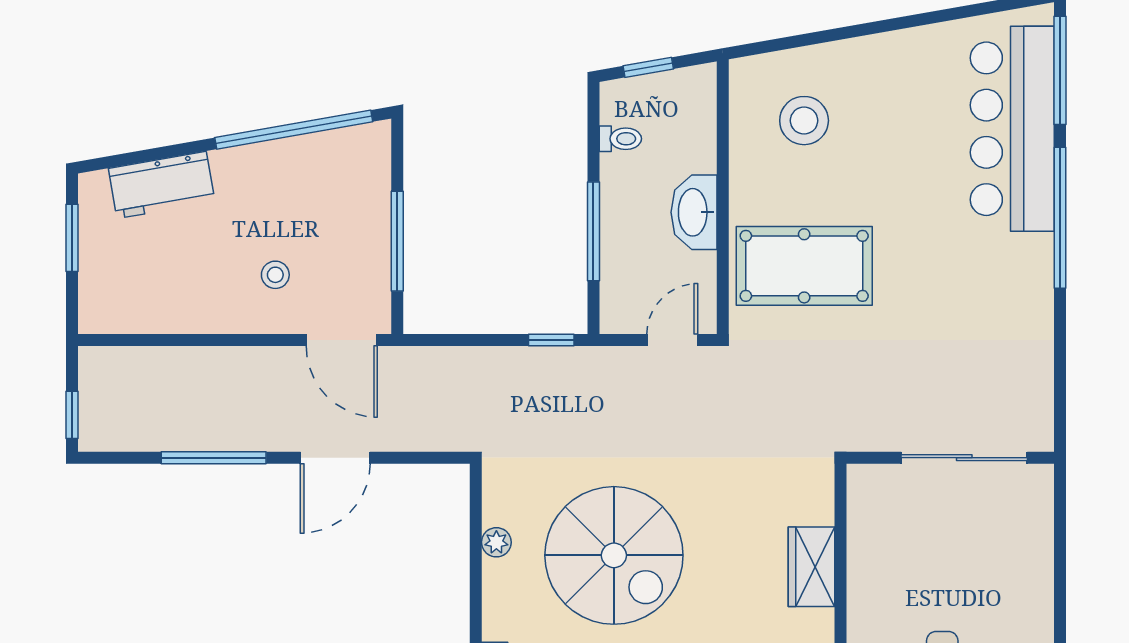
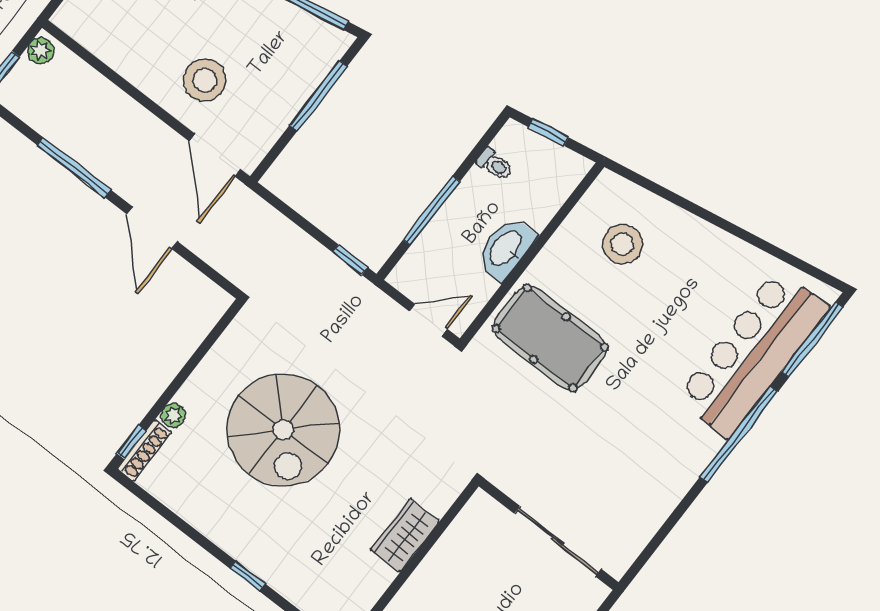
window: (397, 241) -> (318, 96), moved
stool: (275, 275) -> (205, 80), width x1.89, depth x1.89
plant: (94, 369) -> (41, 51), added
door: (335, 458) -> (152, 228), hinge flipped
plant: (496, 542) -> (173, 416), moved

